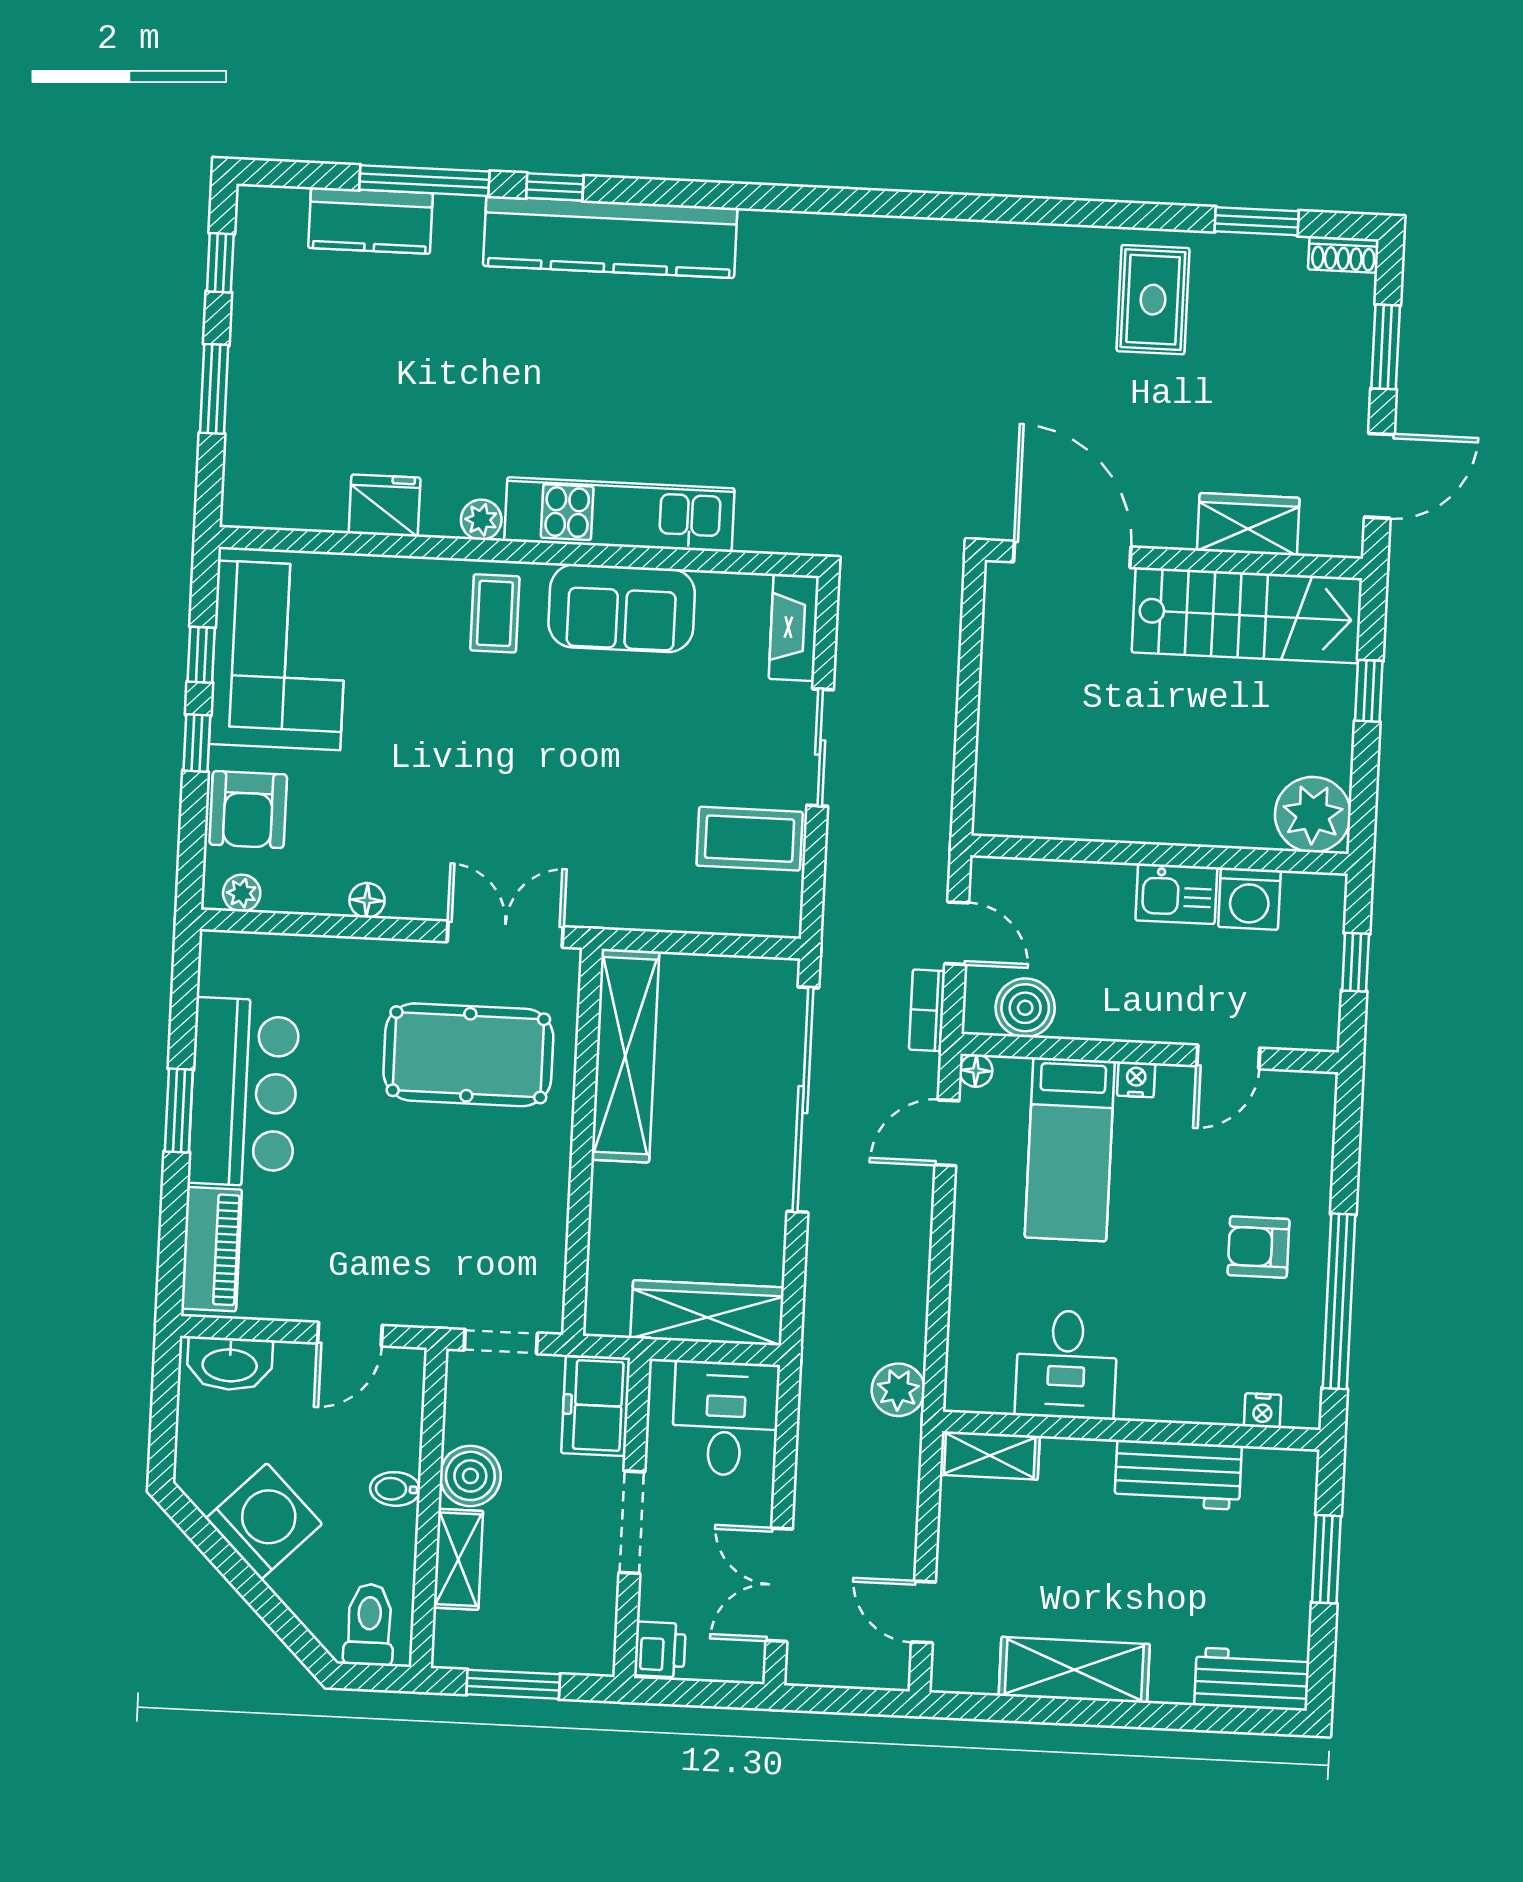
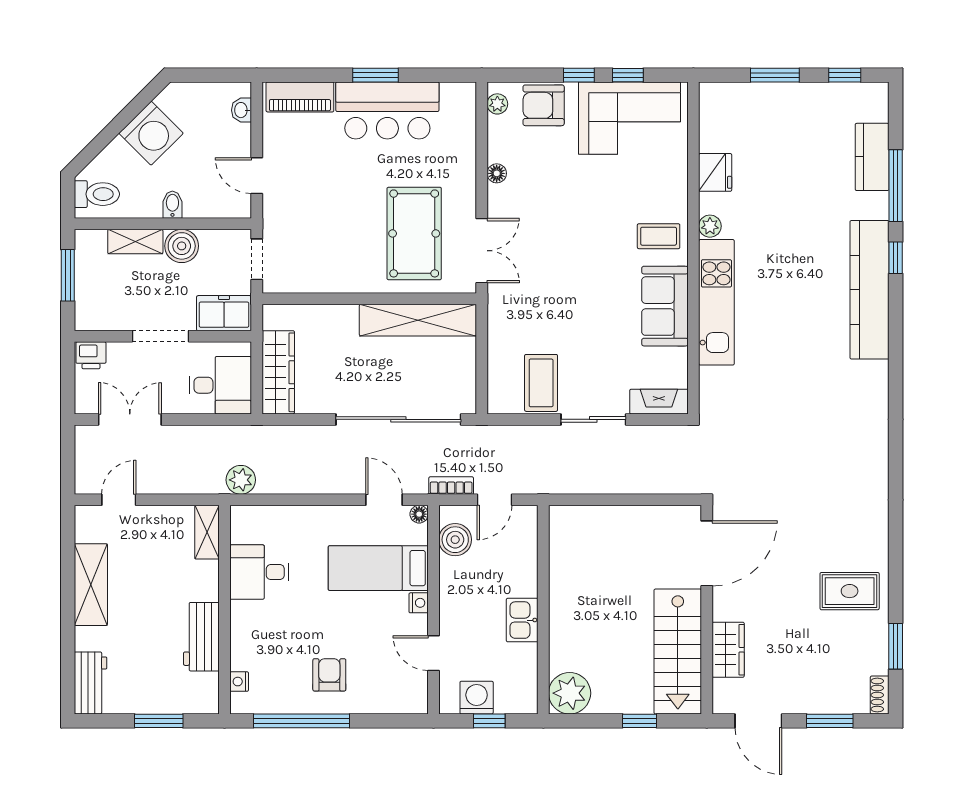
washing machine: (1249, 899) -> (477, 698), moved, turned 90
washbasin: (230, 1364) -> (241, 110), width x0.52, depth x0.69

